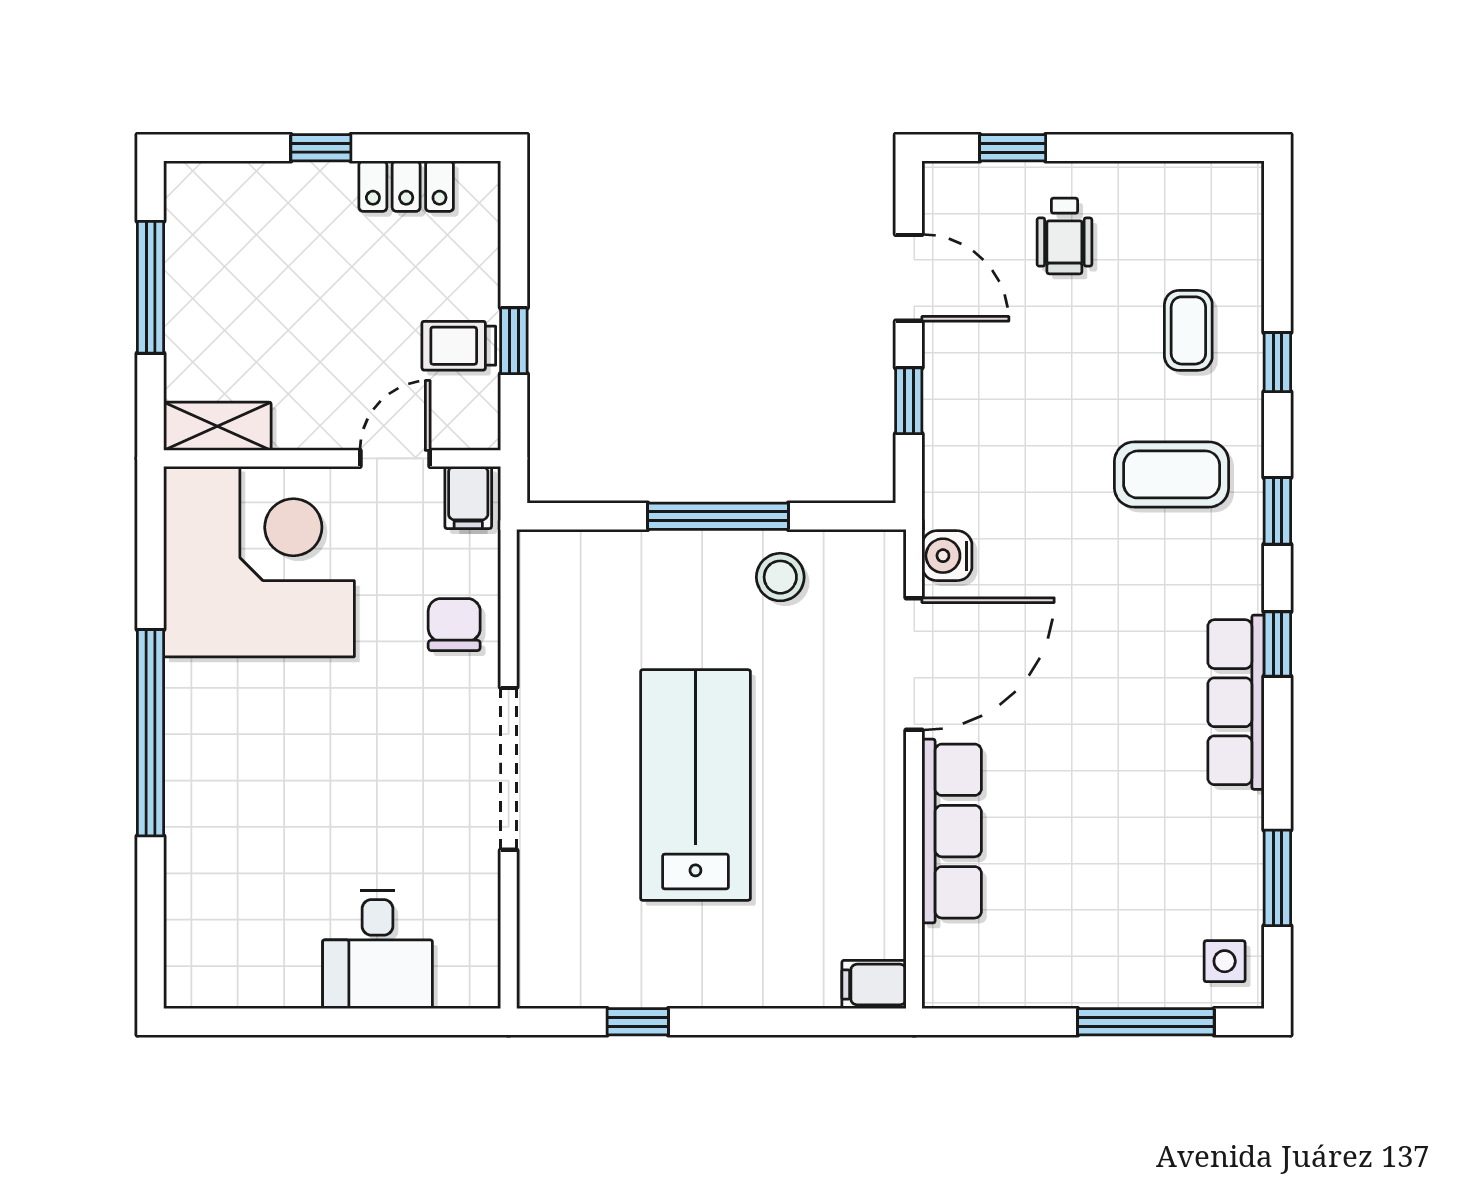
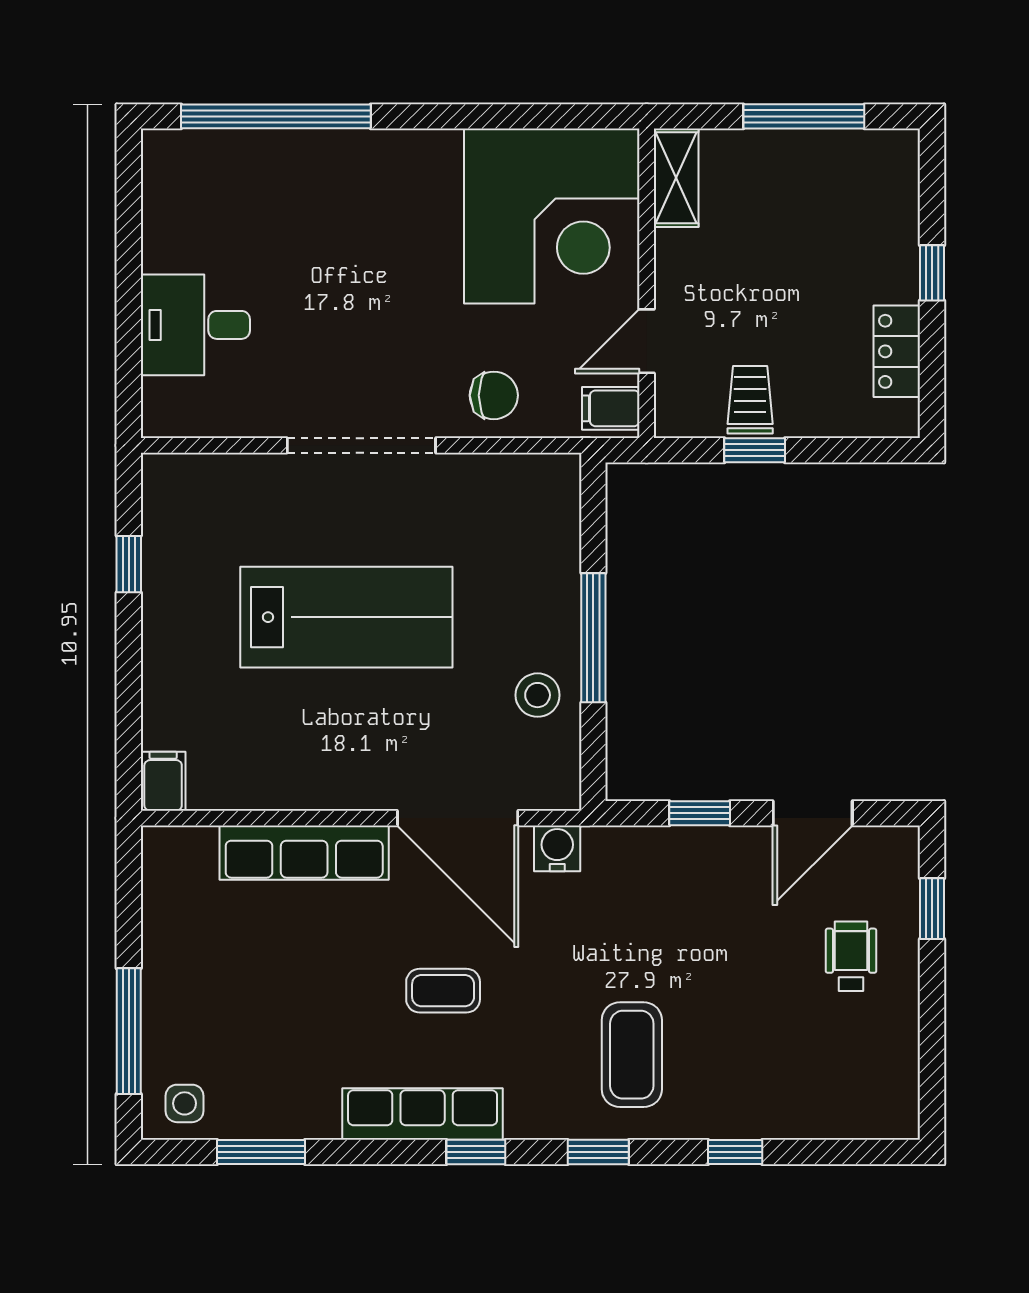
wheelchair: (1064, 236) -> (851, 956), turned 90
coffee table: (1188, 330) -> (443, 991), moved
door: (395, 458) -> (647, 341), swing flipped
window: (151, 733) -> (276, 116), moved

